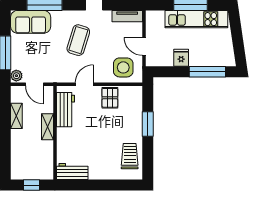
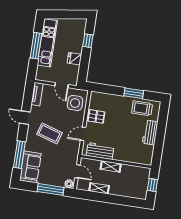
door: (144, 46) -> (62, 85), hinge flipped
window: (207, 72) -> (88, 41), width x0.46
door: (34, 84) -> (77, 171), hinge flipped
door: (84, 84) -> (83, 134), hinge flipped
window: (148, 124) -> (134, 93), moved
workbench: (72, 172) -> (150, 132), moved

